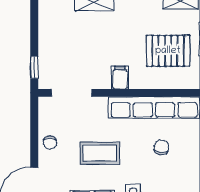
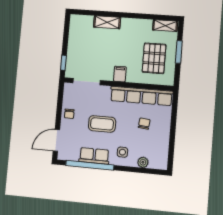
pallet: (168, 51) -> (154, 58), turned 90

